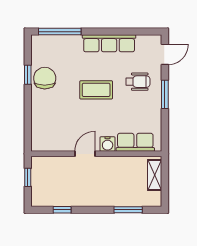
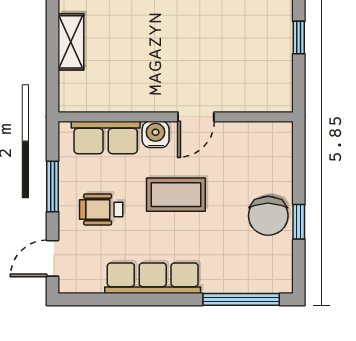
row of seats: (135, 142) -> (106, 137), moved
water cooler: (108, 144) -> (156, 134), moved
door: (85, 154) -> (196, 117), moved
wall: (96, 154) -> (176, 117), moved

